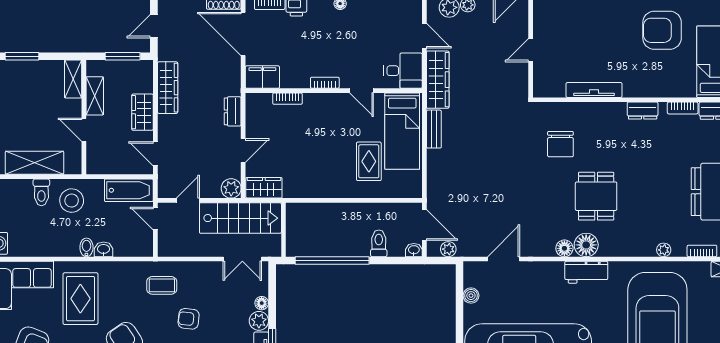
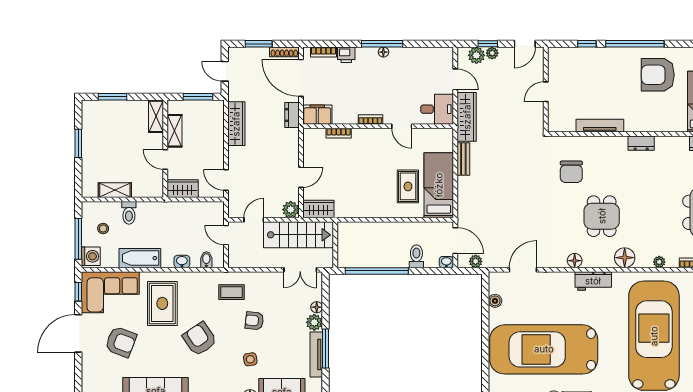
door: (154, 26) -> (225, 71), hinge flipped
bookcase: (683, 108) -> (675, 141), removed
dresser: (233, 111) -> (292, 115), moved
wardrobe: (143, 112) -> (183, 189), moved, turned 90
bed: (402, 131) -> (439, 185), moved, turned 180
shelving: (35, 163) -> (115, 190), width x0.67, depth x0.75
bathtub: (129, 190) -> (140, 258), moved, turned 180
stool: (72, 201) -> (103, 228), moved, width x0.53, depth x0.53
floor lamp: (586, 245) -> (625, 258), moved
bidet: (86, 247) -> (206, 260), moved

